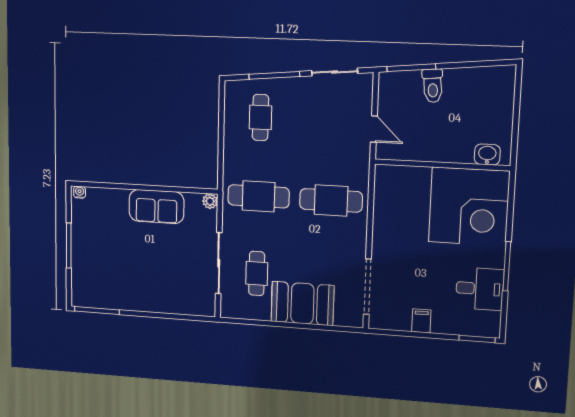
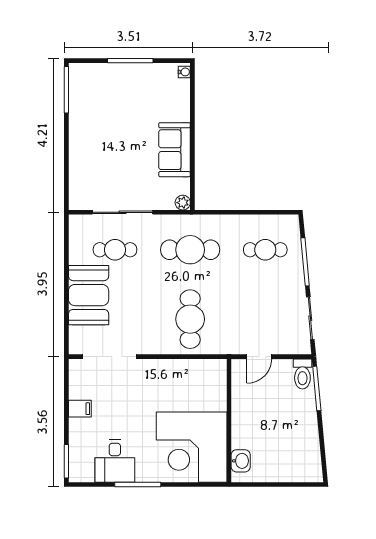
toilet: (433, 86) -> (302, 374), moved, turned -85
cafe table: (259, 196) -> (190, 250), turned 90

